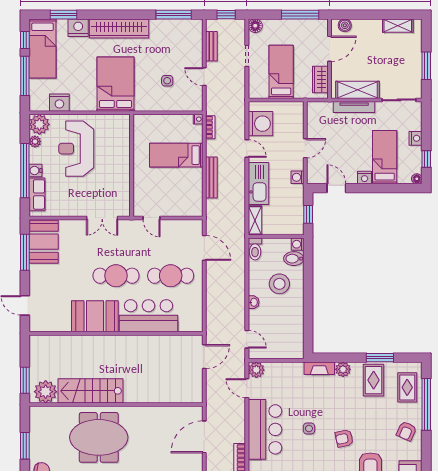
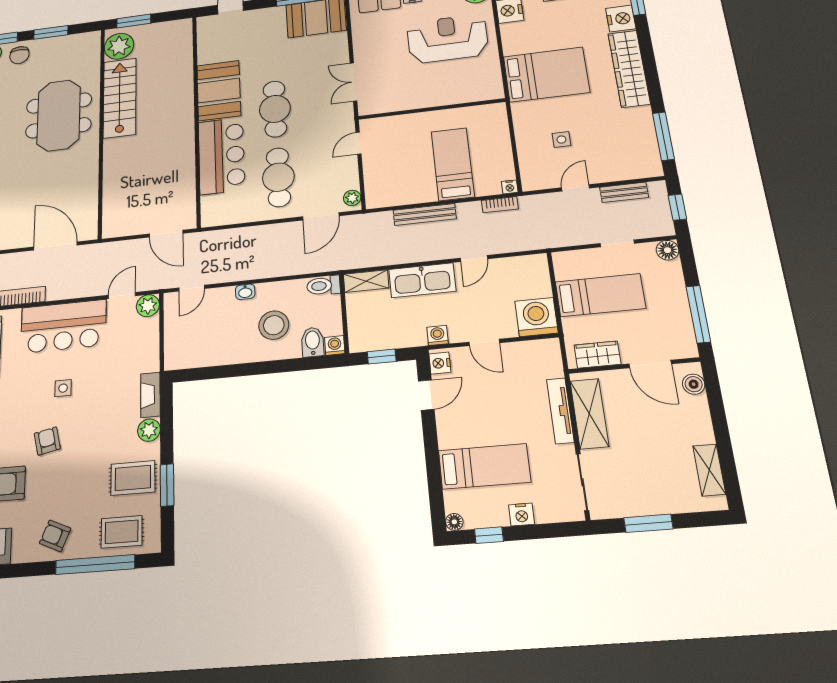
washing machine: (261, 124) -> (536, 317), moved, turned 180
nightstand: (365, 178) -> (440, 363), moved
plant: (193, 225) -> (352, 198), added

